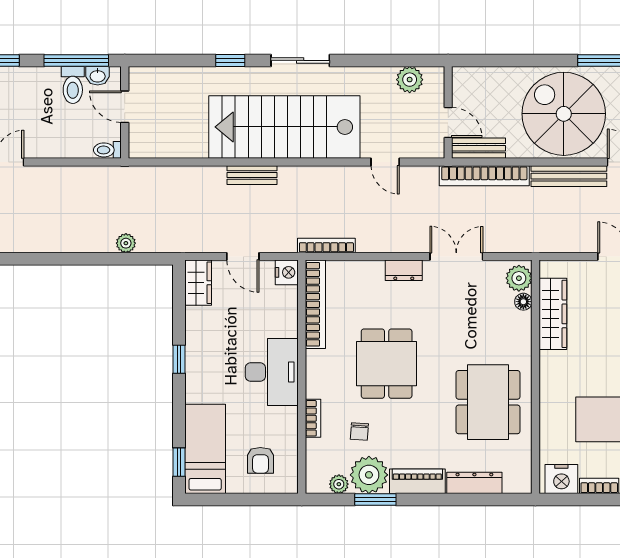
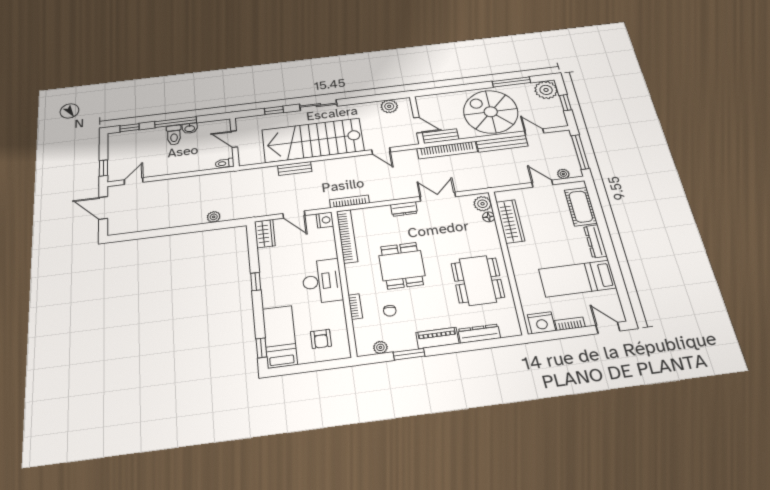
door: (125, 107) -> (234, 139), moved
wall: (125, 112) -> (234, 142), moved
toilet: (107, 150) -> (225, 163), moved
plant: (369, 475) -> (401, 338), removed

